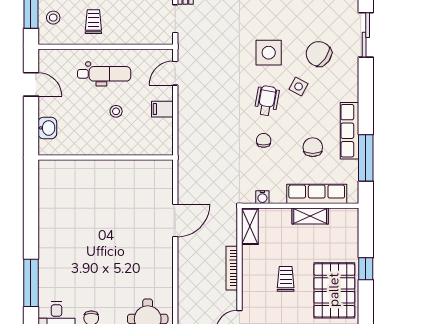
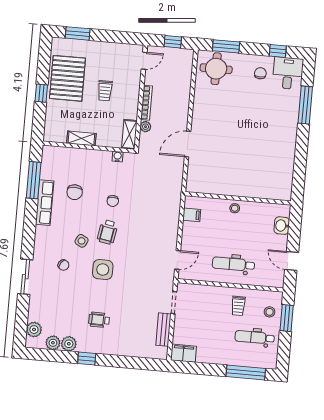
chair: (319, 54) -> (63, 265), width x0.54, depth x0.54
filing cabinet: (162, 109) -> (192, 215), moved
stool: (116, 111) -> (235, 208), moved
row of seats: (317, 194) -> (75, 155), removed
plant: (230, 238) -> (146, 127), added

